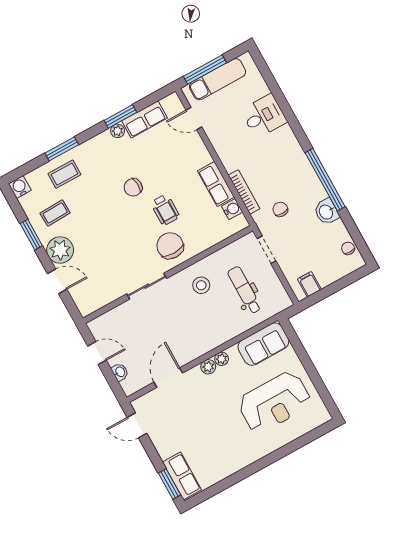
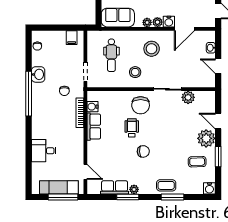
coffee table: (64, 174) -> (166, 185), moved
plant: (114, 290) -> (188, 97), added
stool: (197, 328) -> (152, 49), added
water cooler: (194, 376) -> (169, 22), added

